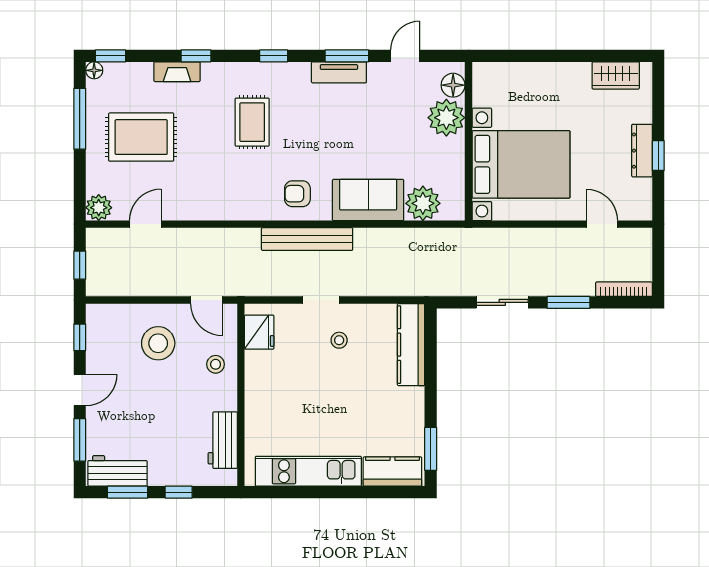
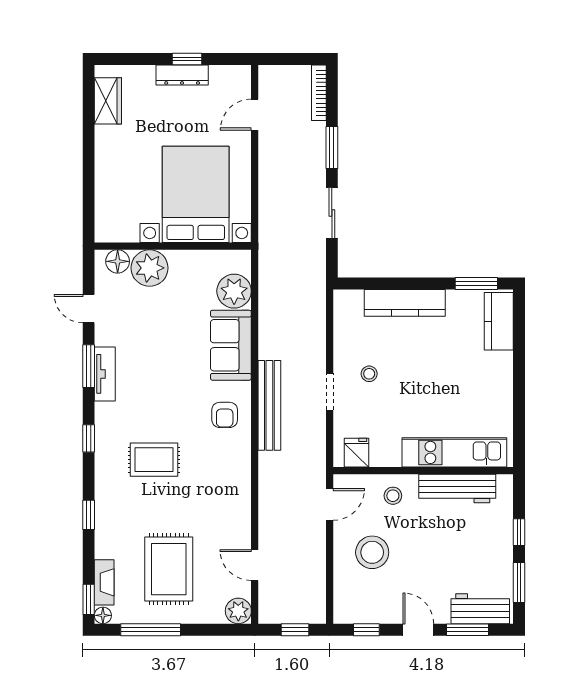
fireplace: (177, 72) -> (104, 582), moved
fridge: (259, 332) -> (357, 453), width x0.72
kitchen counter: (411, 345) -> (405, 303), moved
workbench: (223, 440) -> (457, 489), width x1.37
workbench: (118, 471) -> (480, 609), moved, turned 90
kitchen unit: (308, 471) -> (454, 452), moved, turned 90

